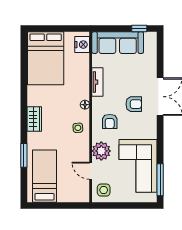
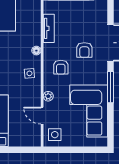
armchair: (134, 104) -> (84, 50), turned 90
plant: (101, 151) -> (48, 96), width x0.53, depth x0.53
window: (160, 180) -> (110, 87), moved

